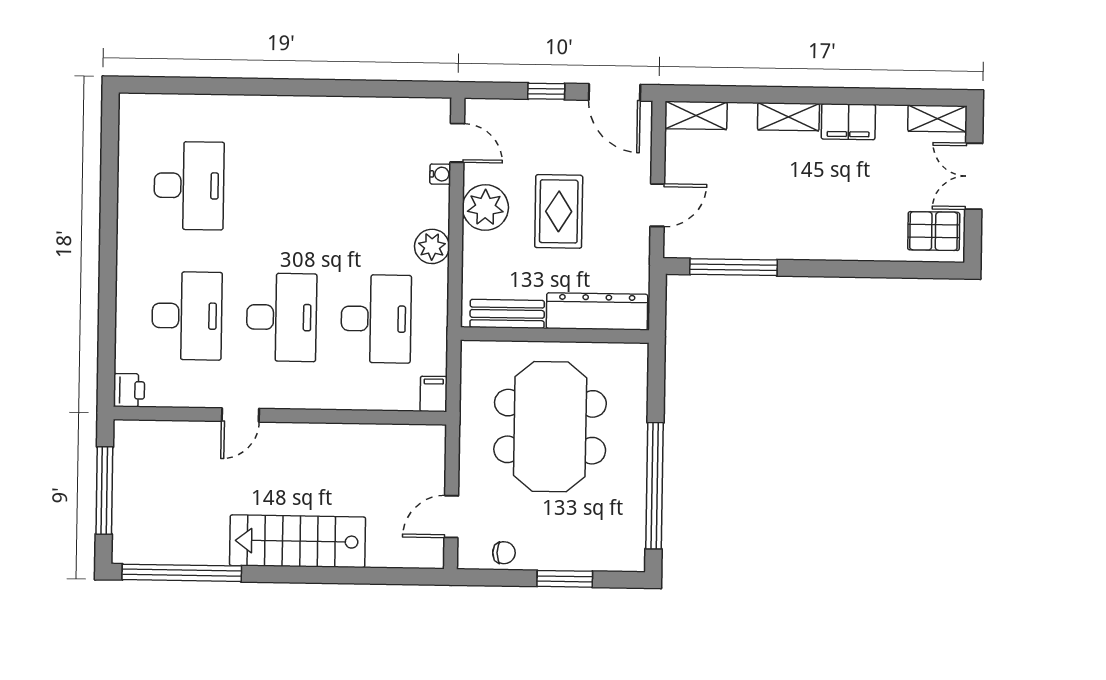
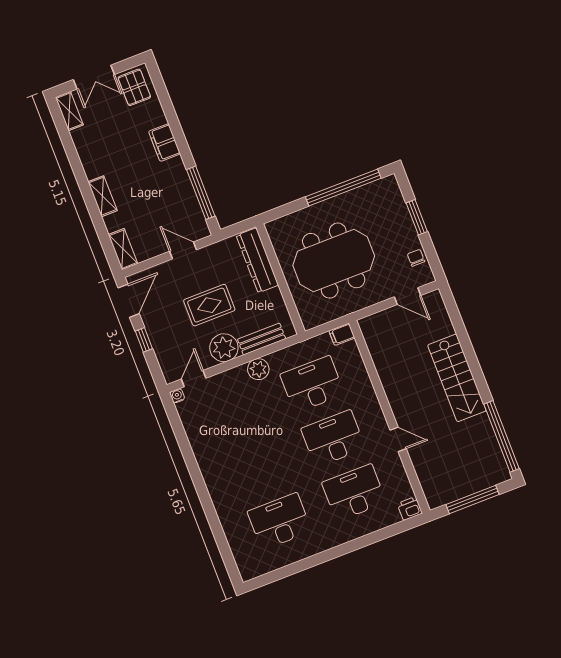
filing cabinet: (848, 122) -> (164, 143), moved, turned 180
water cooler: (440, 174) -> (177, 396), moved
bench: (507, 314) -> (262, 339), moved, turned 90

